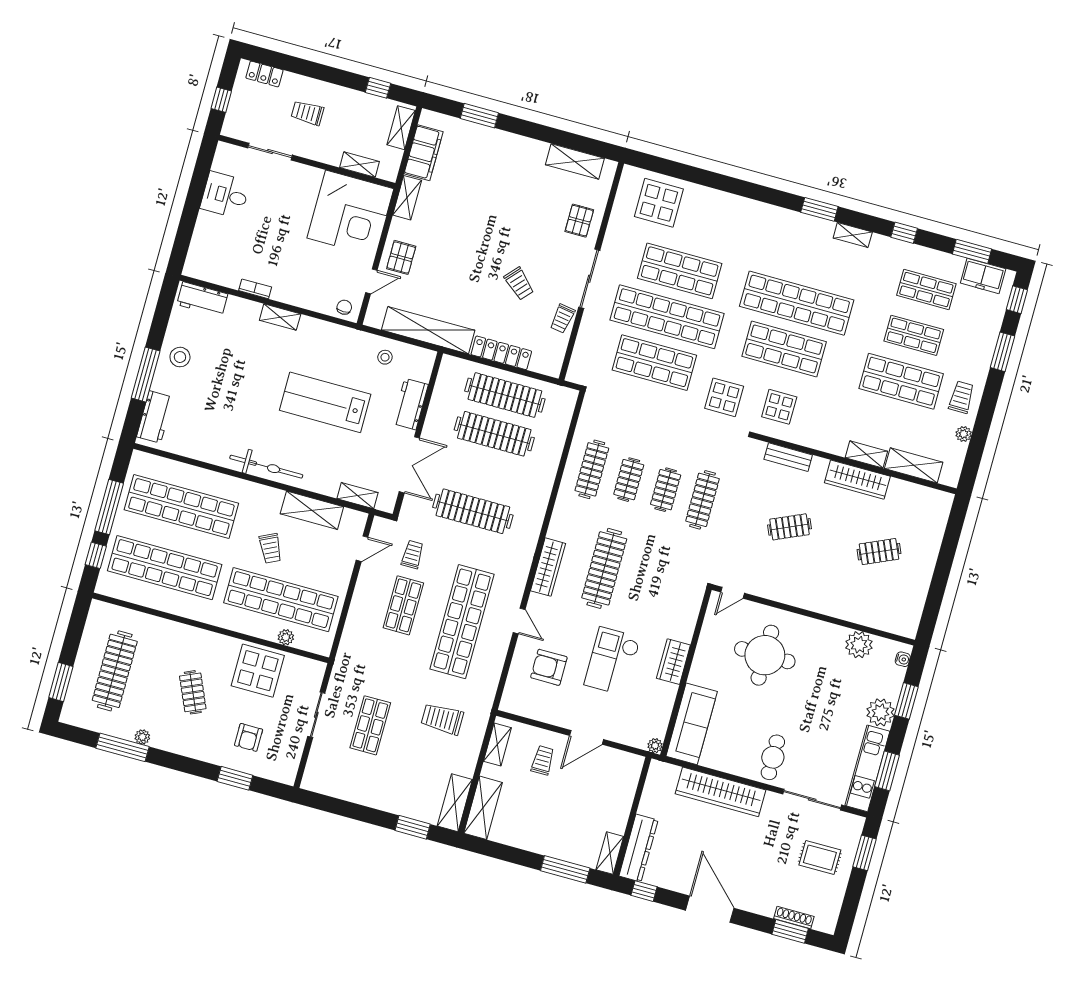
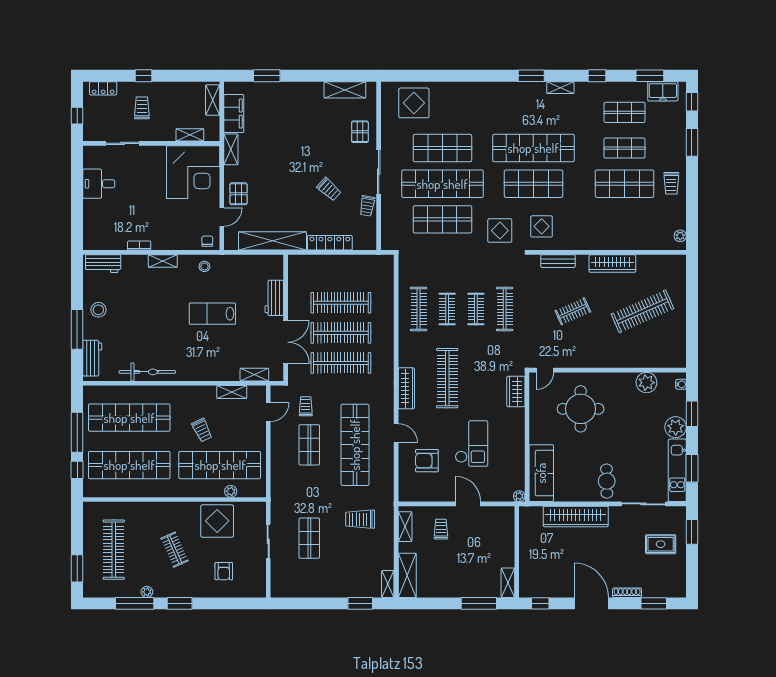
window: (378, 88) -> (144, 76), moved
trolley: (307, 113) -> (142, 108), turned 90
stool: (385, 357) -> (204, 266), moved
clothes rail: (505, 395) -> (341, 333), moved
trolley: (961, 397) -> (671, 183), turned 180
lab bench: (325, 402) -> (212, 314), width x0.73, depth x0.72
plant: (964, 434) -> (680, 236), moved
shelving: (866, 454) -> (614, 244), removed
shelving: (914, 465) -> (650, 242), removed
bicycle: (266, 467) -> (147, 372), moved
shelving: (312, 510) -> (232, 392), width x0.67, depth x0.75
clothes rail: (879, 552) -> (642, 311), width x1.86, depth x1.31
checkout: (612, 661) -> (471, 444), turned 180
wardrobe: (673, 662) -> (516, 391), moved
door: (587, 737) -> (468, 504), swing flipped
window: (235, 778) -> (180, 603), moved
shelving: (455, 803) -> (388, 584), width x0.67, depth x0.75
dresser: (638, 848) -> (528, 573), removed
shoe rack: (794, 918) -> (627, 593), moved

